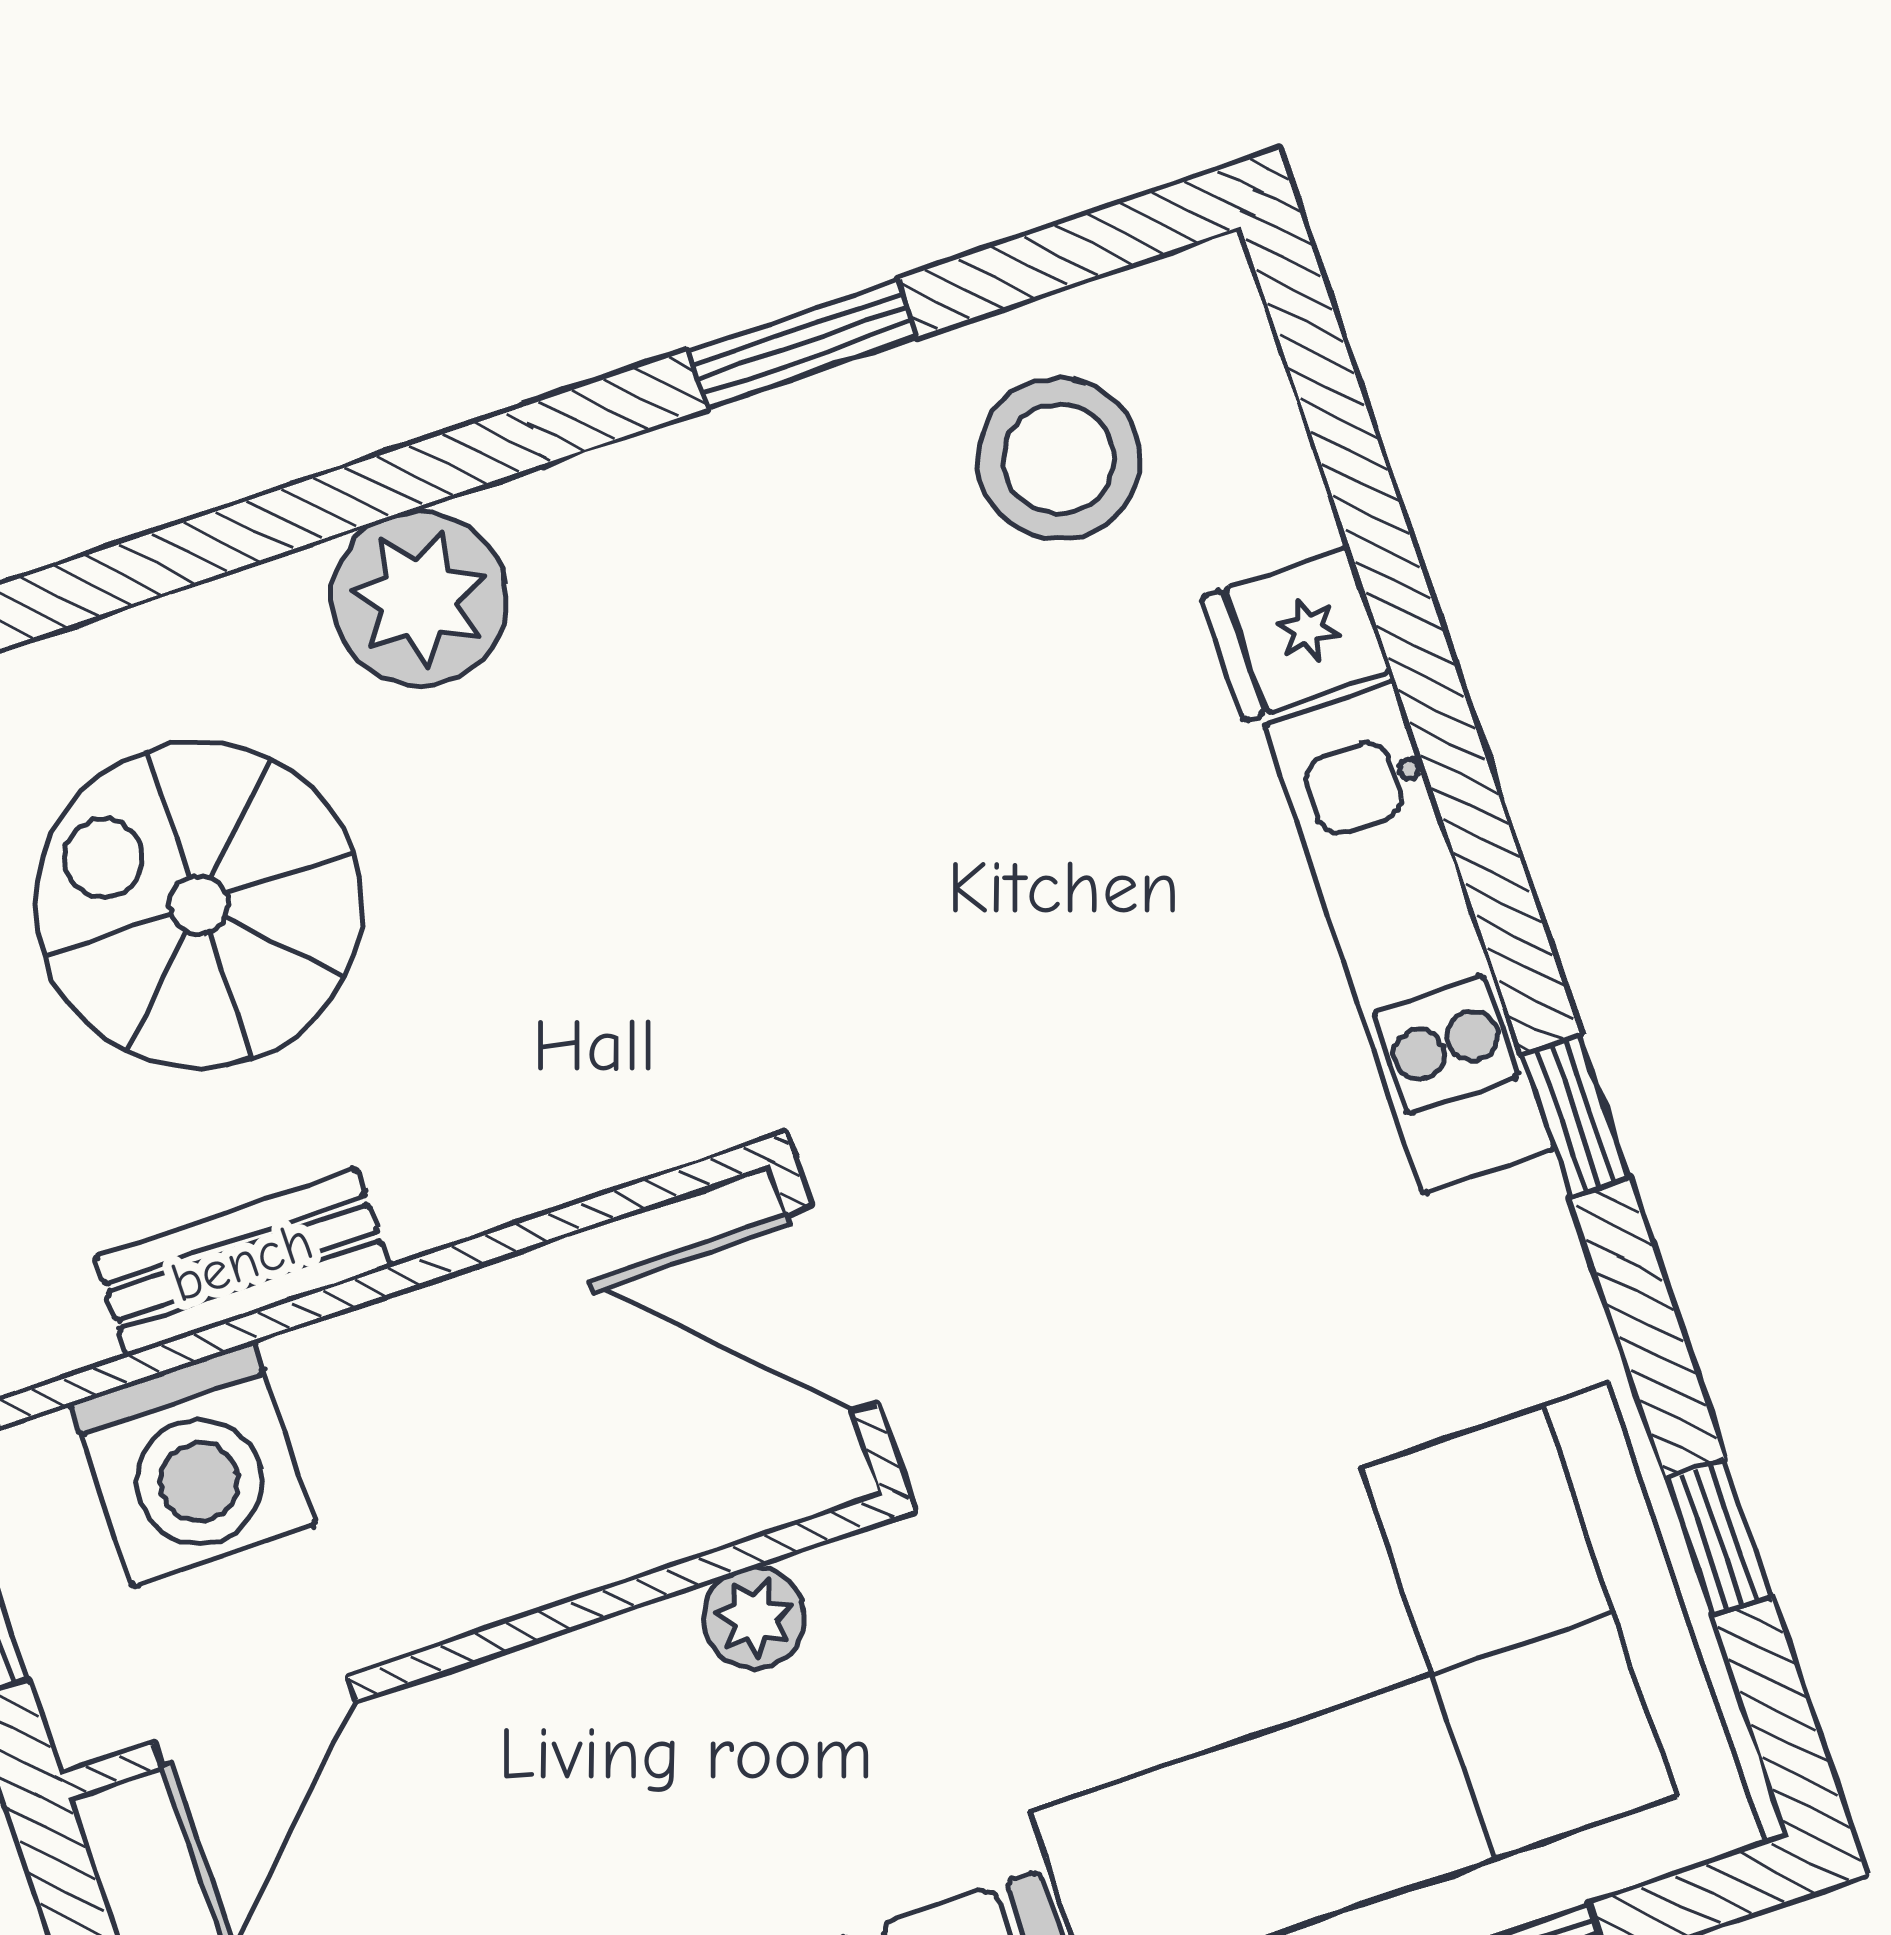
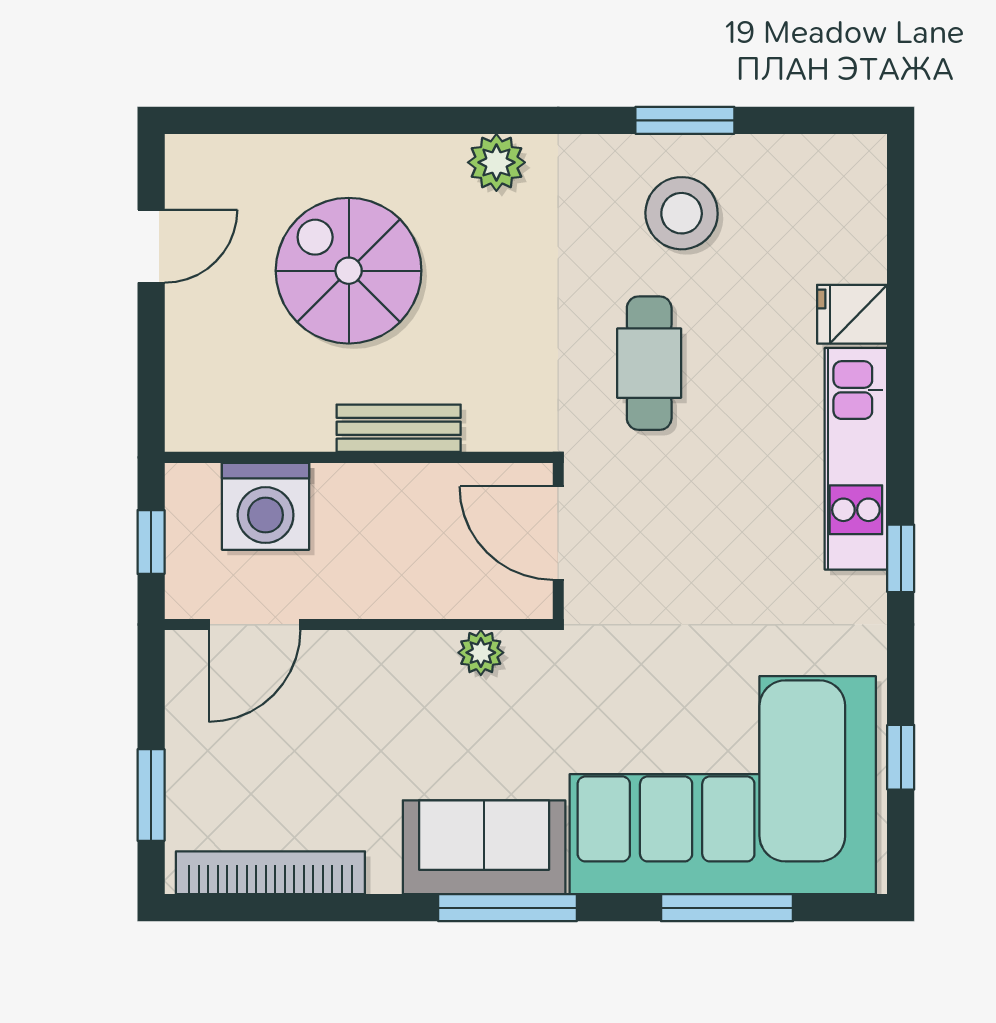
stool: (1059, 459) -> (682, 213), moved
plant: (419, 598) -> (496, 162), width x0.73, depth x0.73
cafe table: (902, 884) -> (649, 363), added
bench: (242, 1262) -> (399, 428), moved

